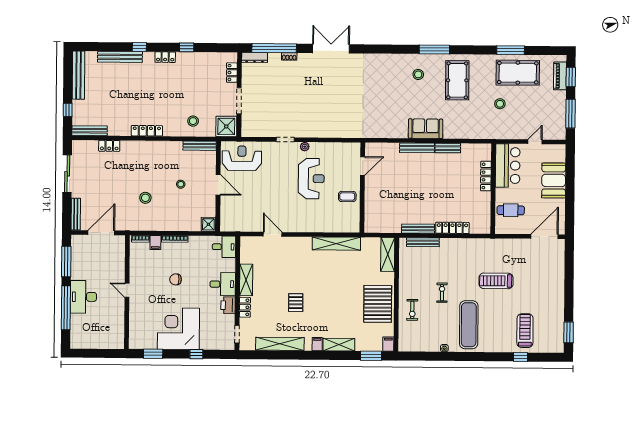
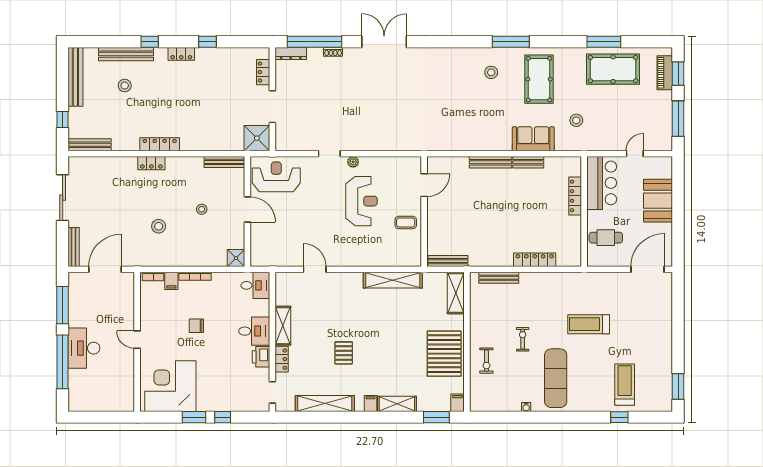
stool: (500, 104) -> (576, 120), moved
stool: (193, 121) -> (125, 86), moved
sofa: (426, 129) -> (533, 139), moved
locker: (109, 146) -> (151, 163), moved
bench: (418, 229) -> (448, 261), moved
corner desk: (178, 329) -> (170, 386), moved
window: (153, 354) -> (194, 417), moved

